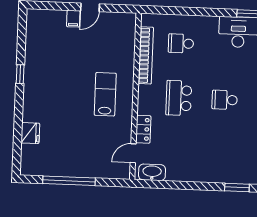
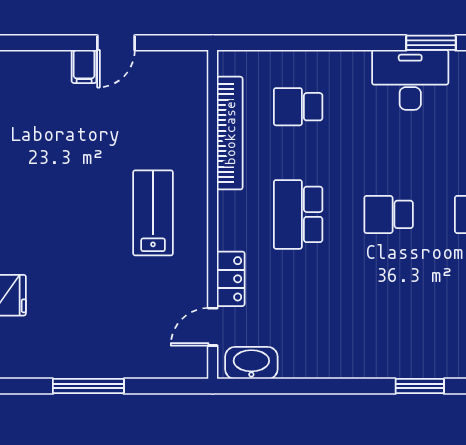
window: (69, 181) -> (88, 386), width x0.68

